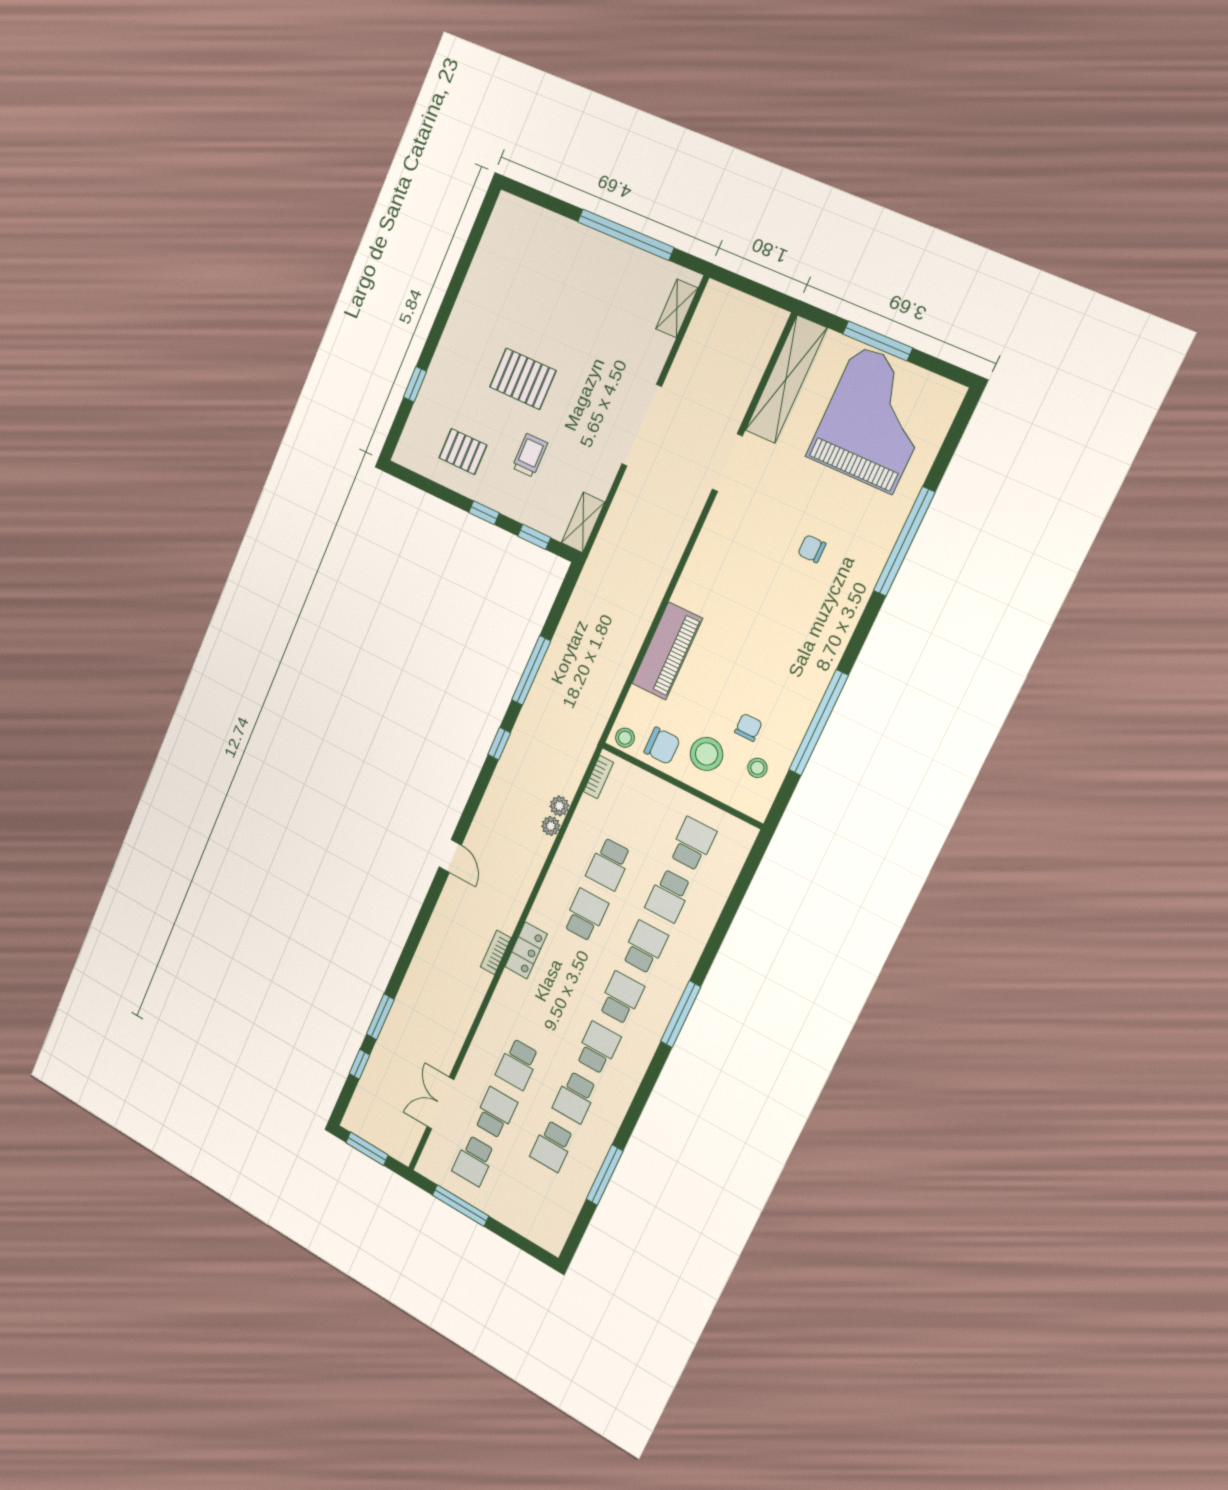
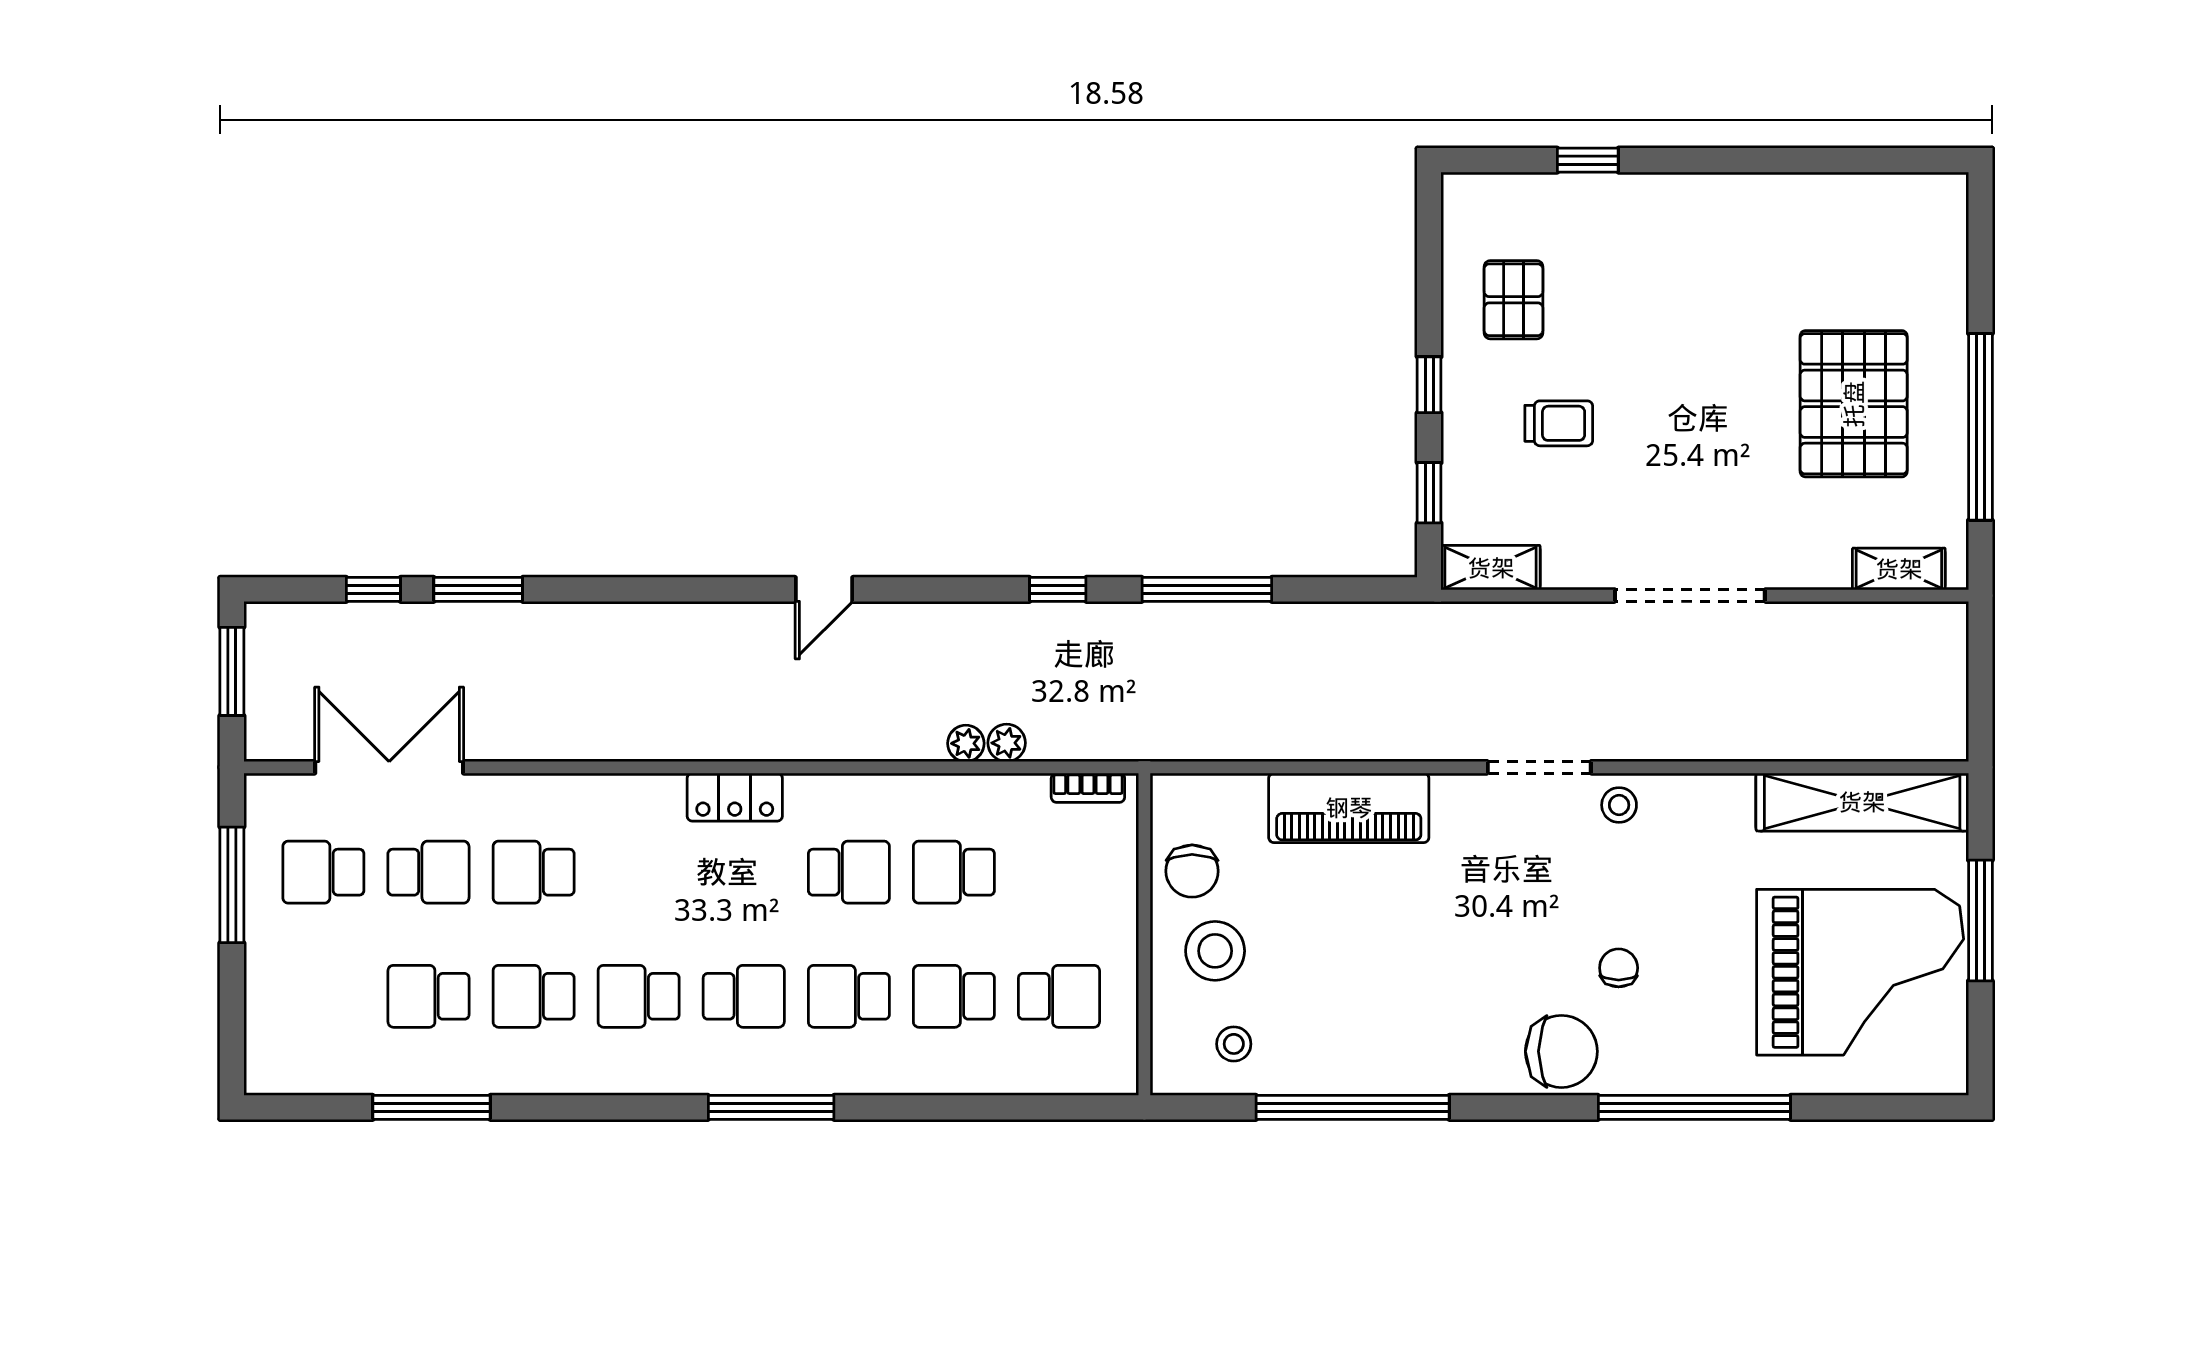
pallet: (523, 379) -> (1854, 404), moved, width x1.37, depth x1.41
doorway: (727, 463) -> (1539, 767), moved
chair: (748, 727) -> (1561, 1051), moved, width x1.87, depth x1.87
stool: (625, 738) -> (1619, 805), moved
school desk: (645, 947) -> (849, 996), turned 180
bookcase: (496, 952) -> (703, 746), removed
school desk: (598, 1048) -> (639, 996), turned 180
double door: (440, 1103) -> (389, 767), width x1.37

